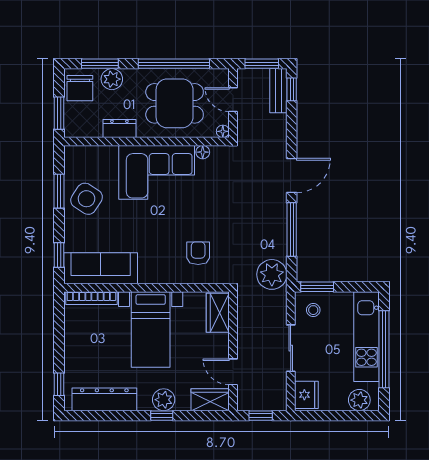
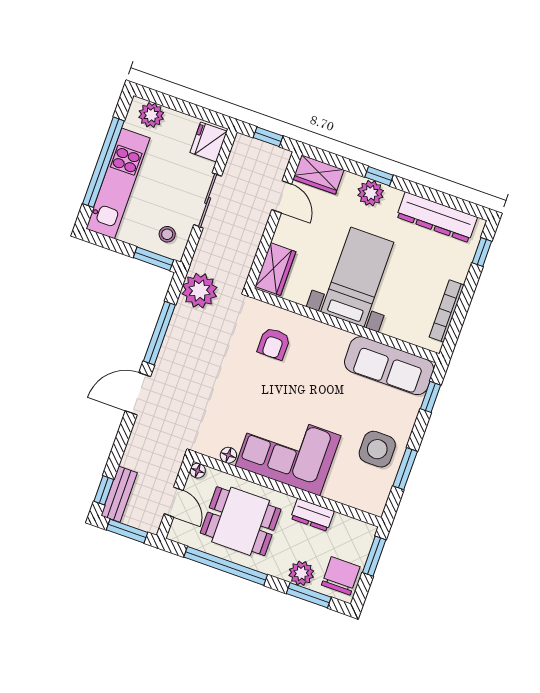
side table: (87, 199) -> (377, 449), turned -33
bookcase: (91, 298) -> (447, 311), moved, turned -90

